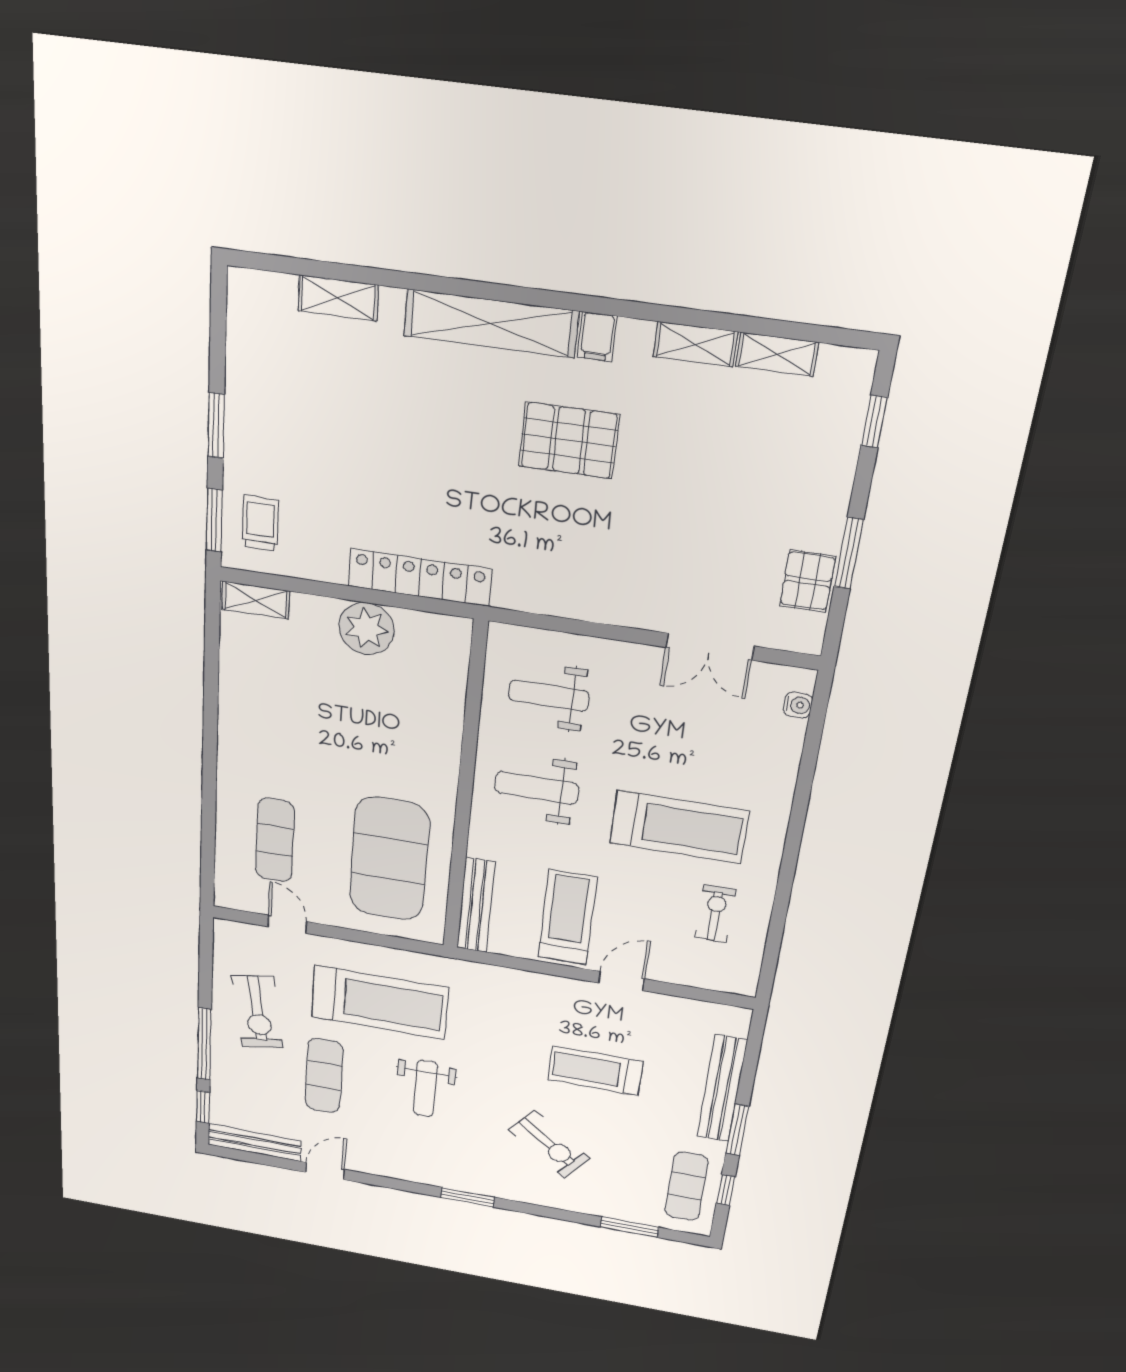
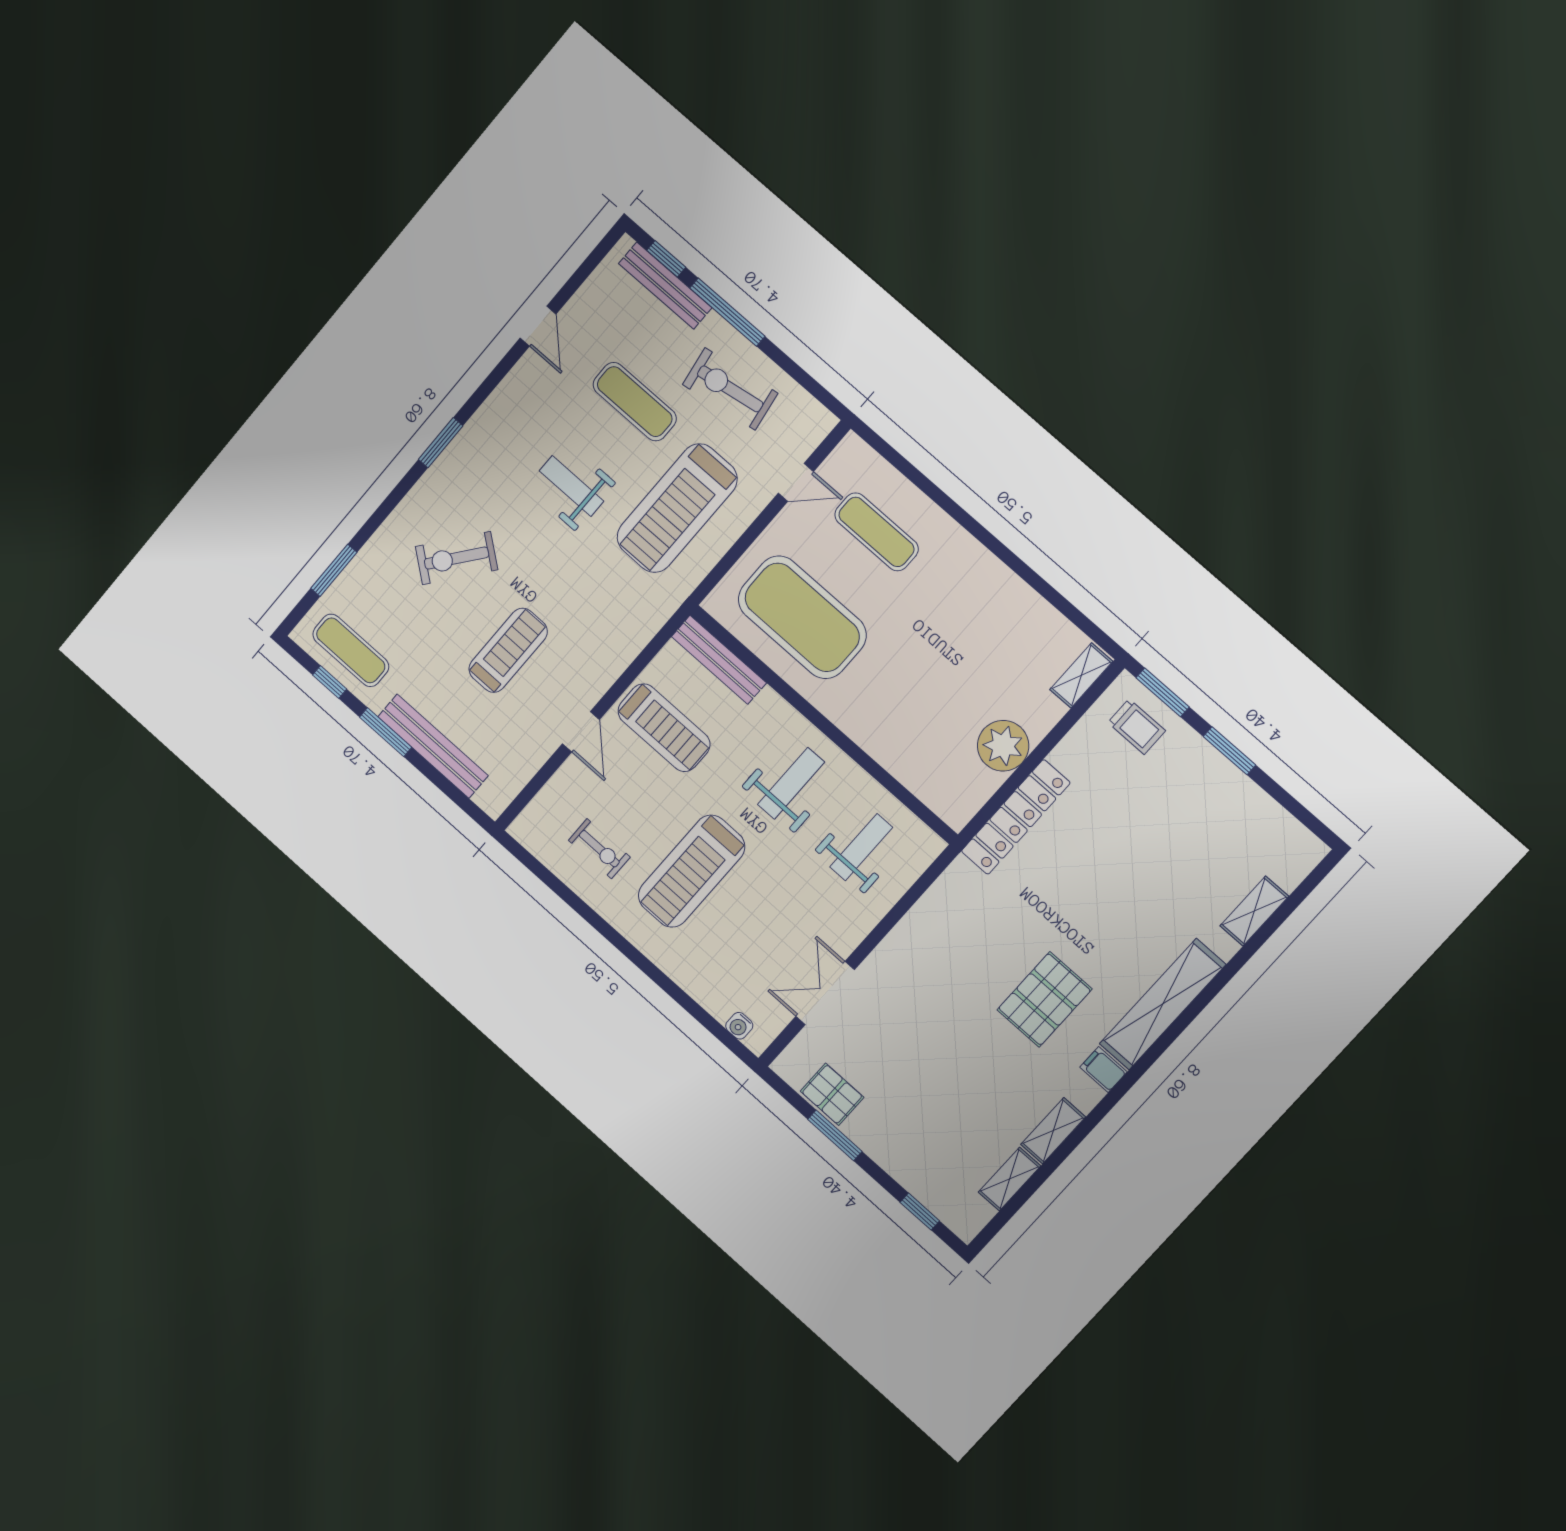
bench: (254, 1143) -> (665, 286), moved, turned 90

